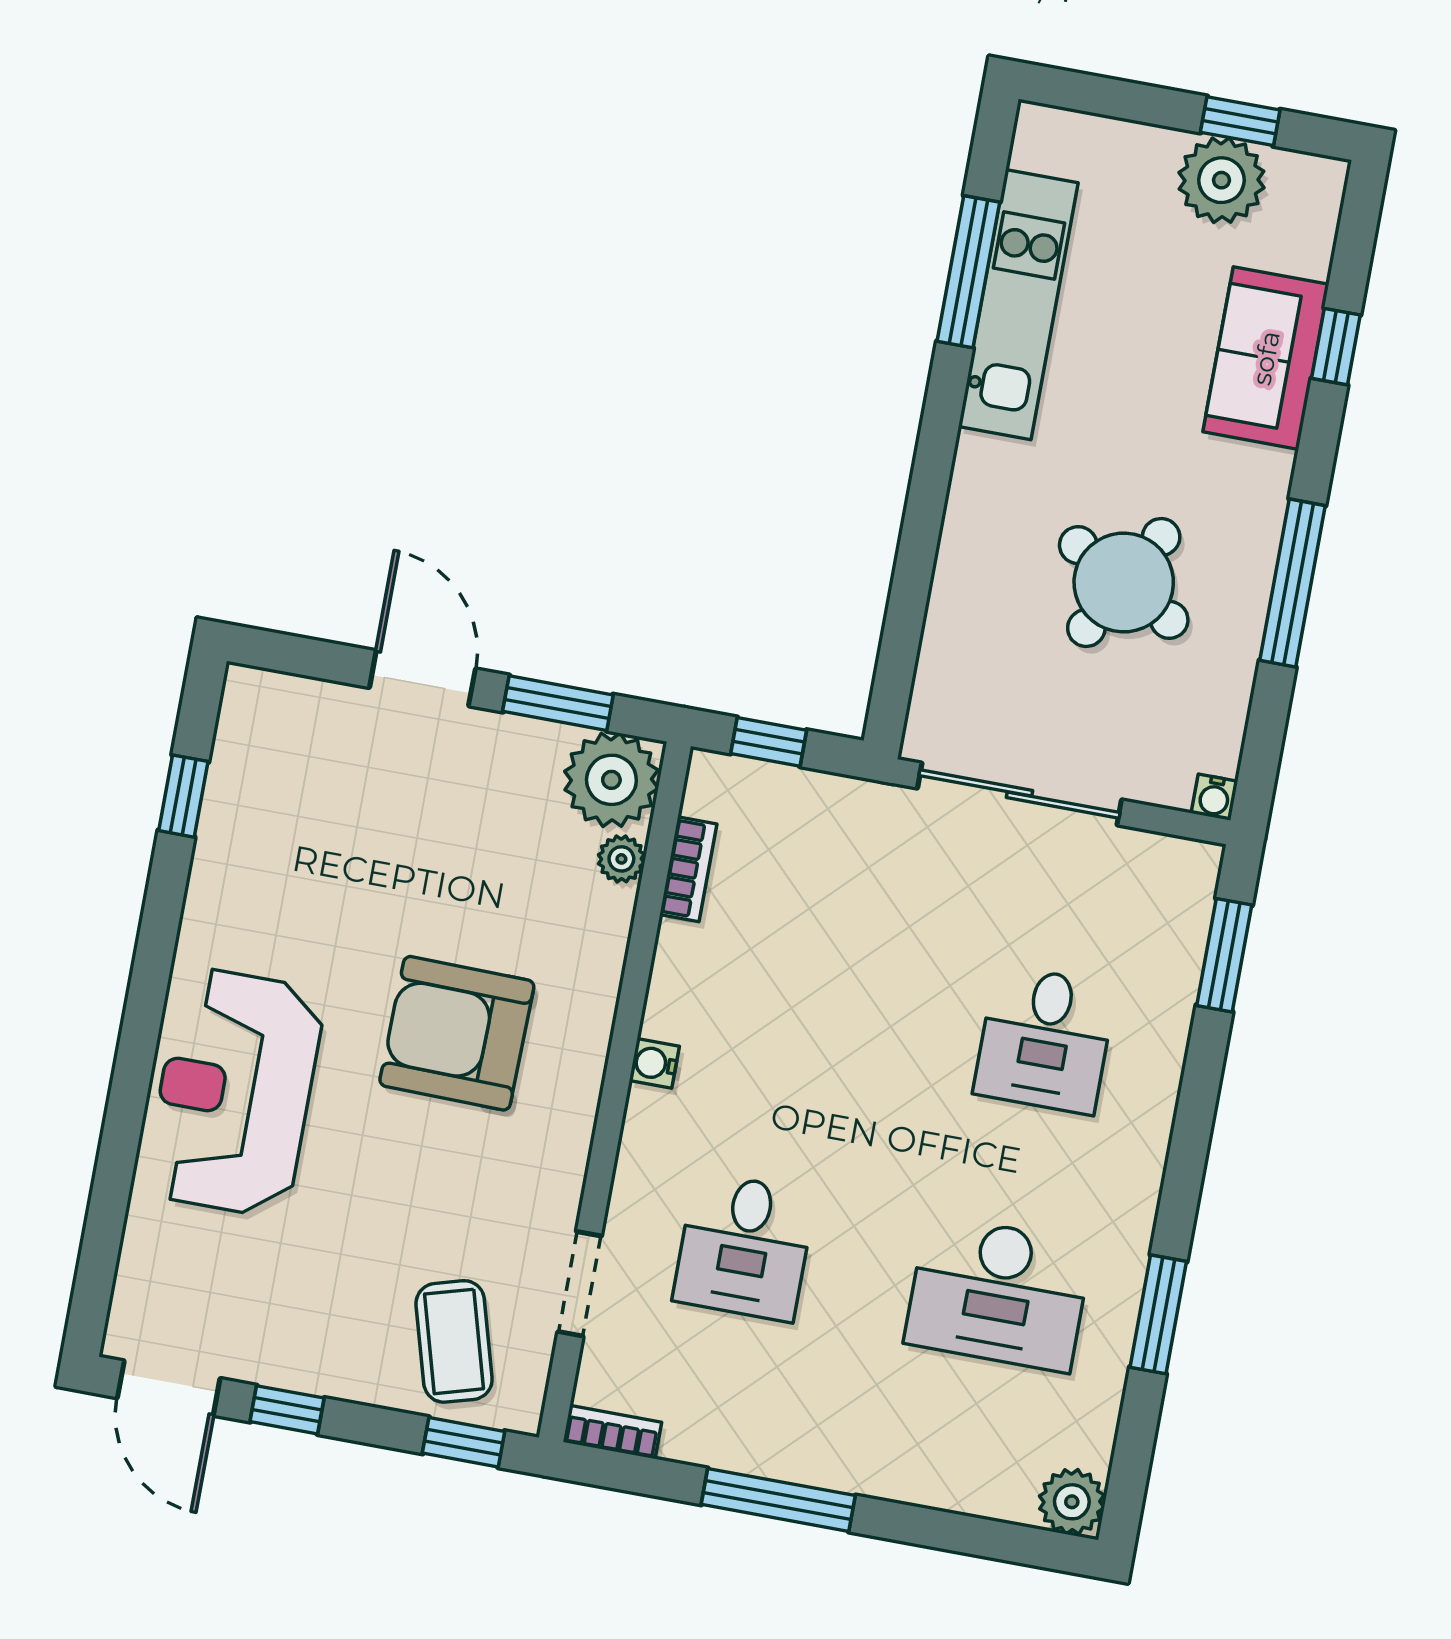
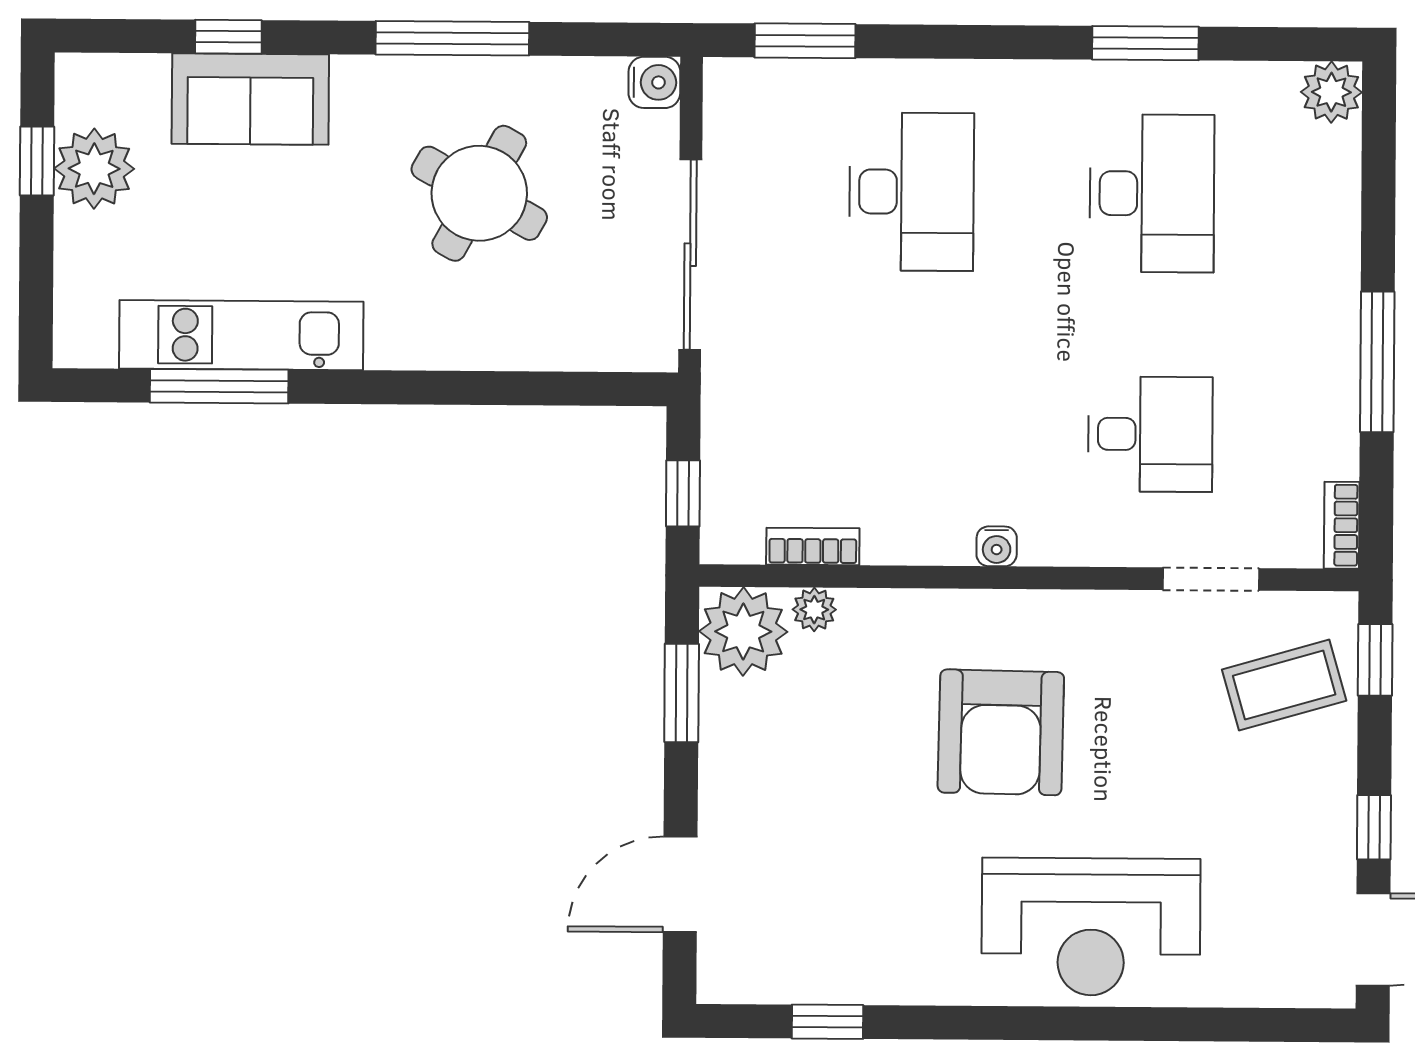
door: (422, 678) -> (680, 884), moved
water cooler: (1214, 797) -> (654, 82), width x1.38, depth x1.38
desk: (1045, 1040) -> (911, 192), width x1.37

